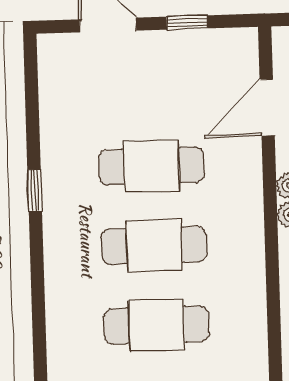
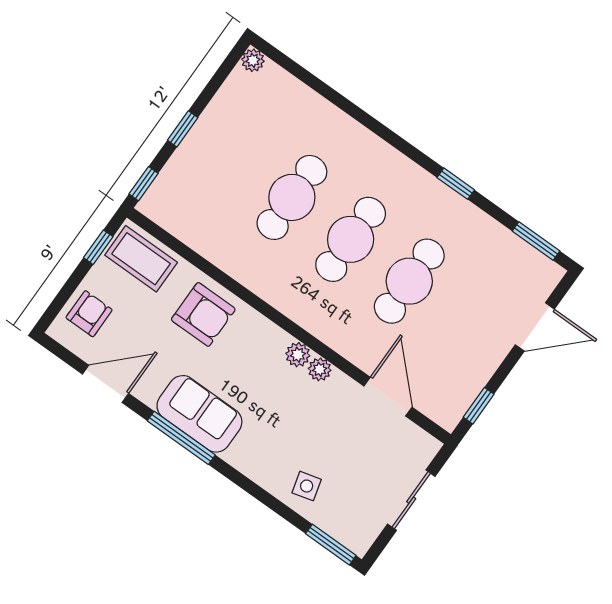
window: (187, 22) -> (479, 406), moved
window: (31, 81) -> (536, 241), added

